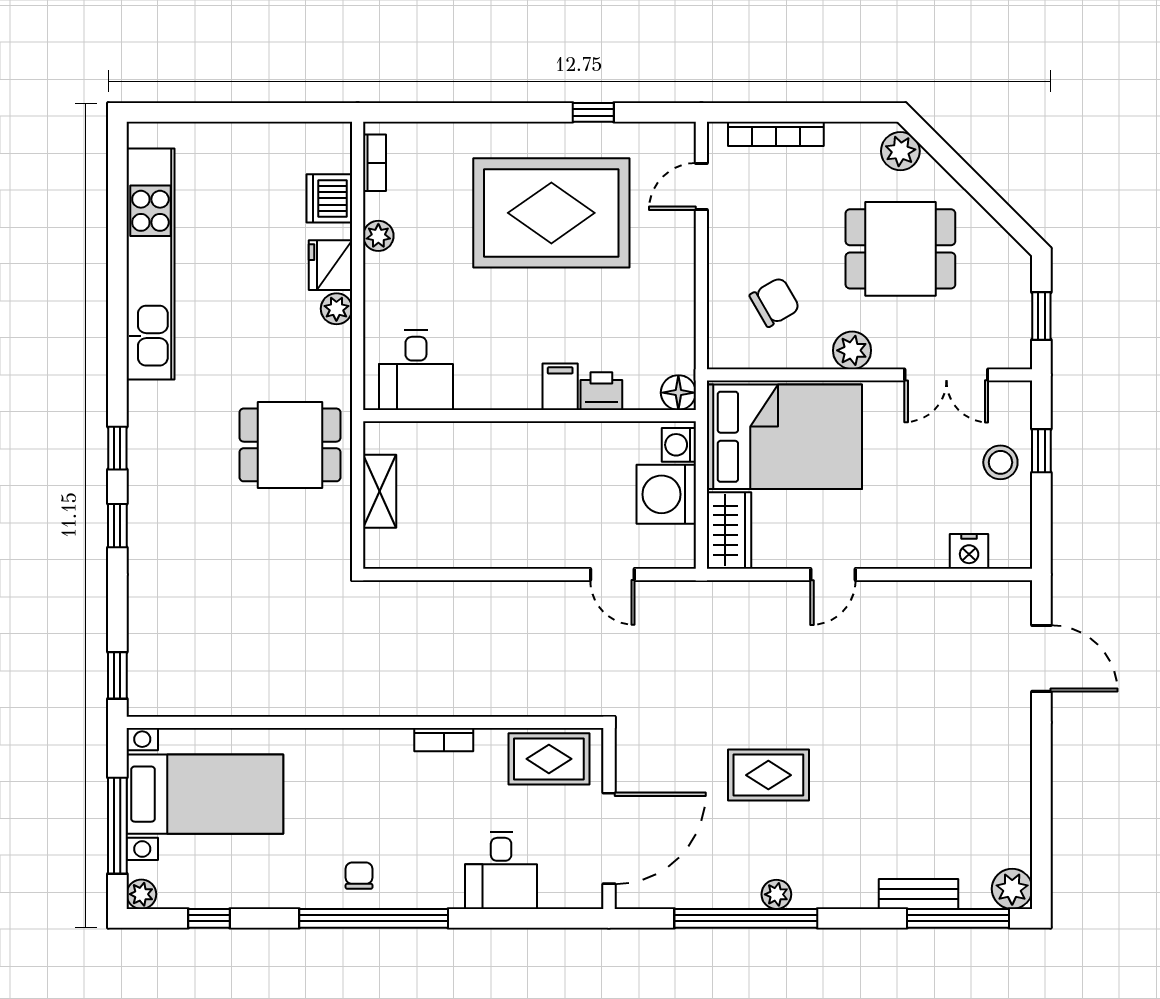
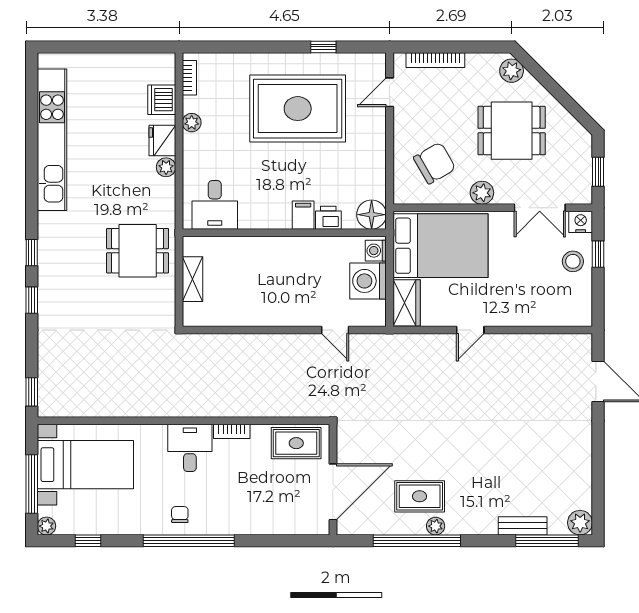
chair: (775, 302) -> (435, 163), width x1.37, depth x1.37
floor lamp: (678, 393) -> (372, 215), width x1.38, depth x1.38
nightstand: (969, 551) -> (581, 222), moved, turned 180
rug: (768, 775) -> (420, 496), moved
desk: (501, 870) -> (190, 448), moved, turned 180

